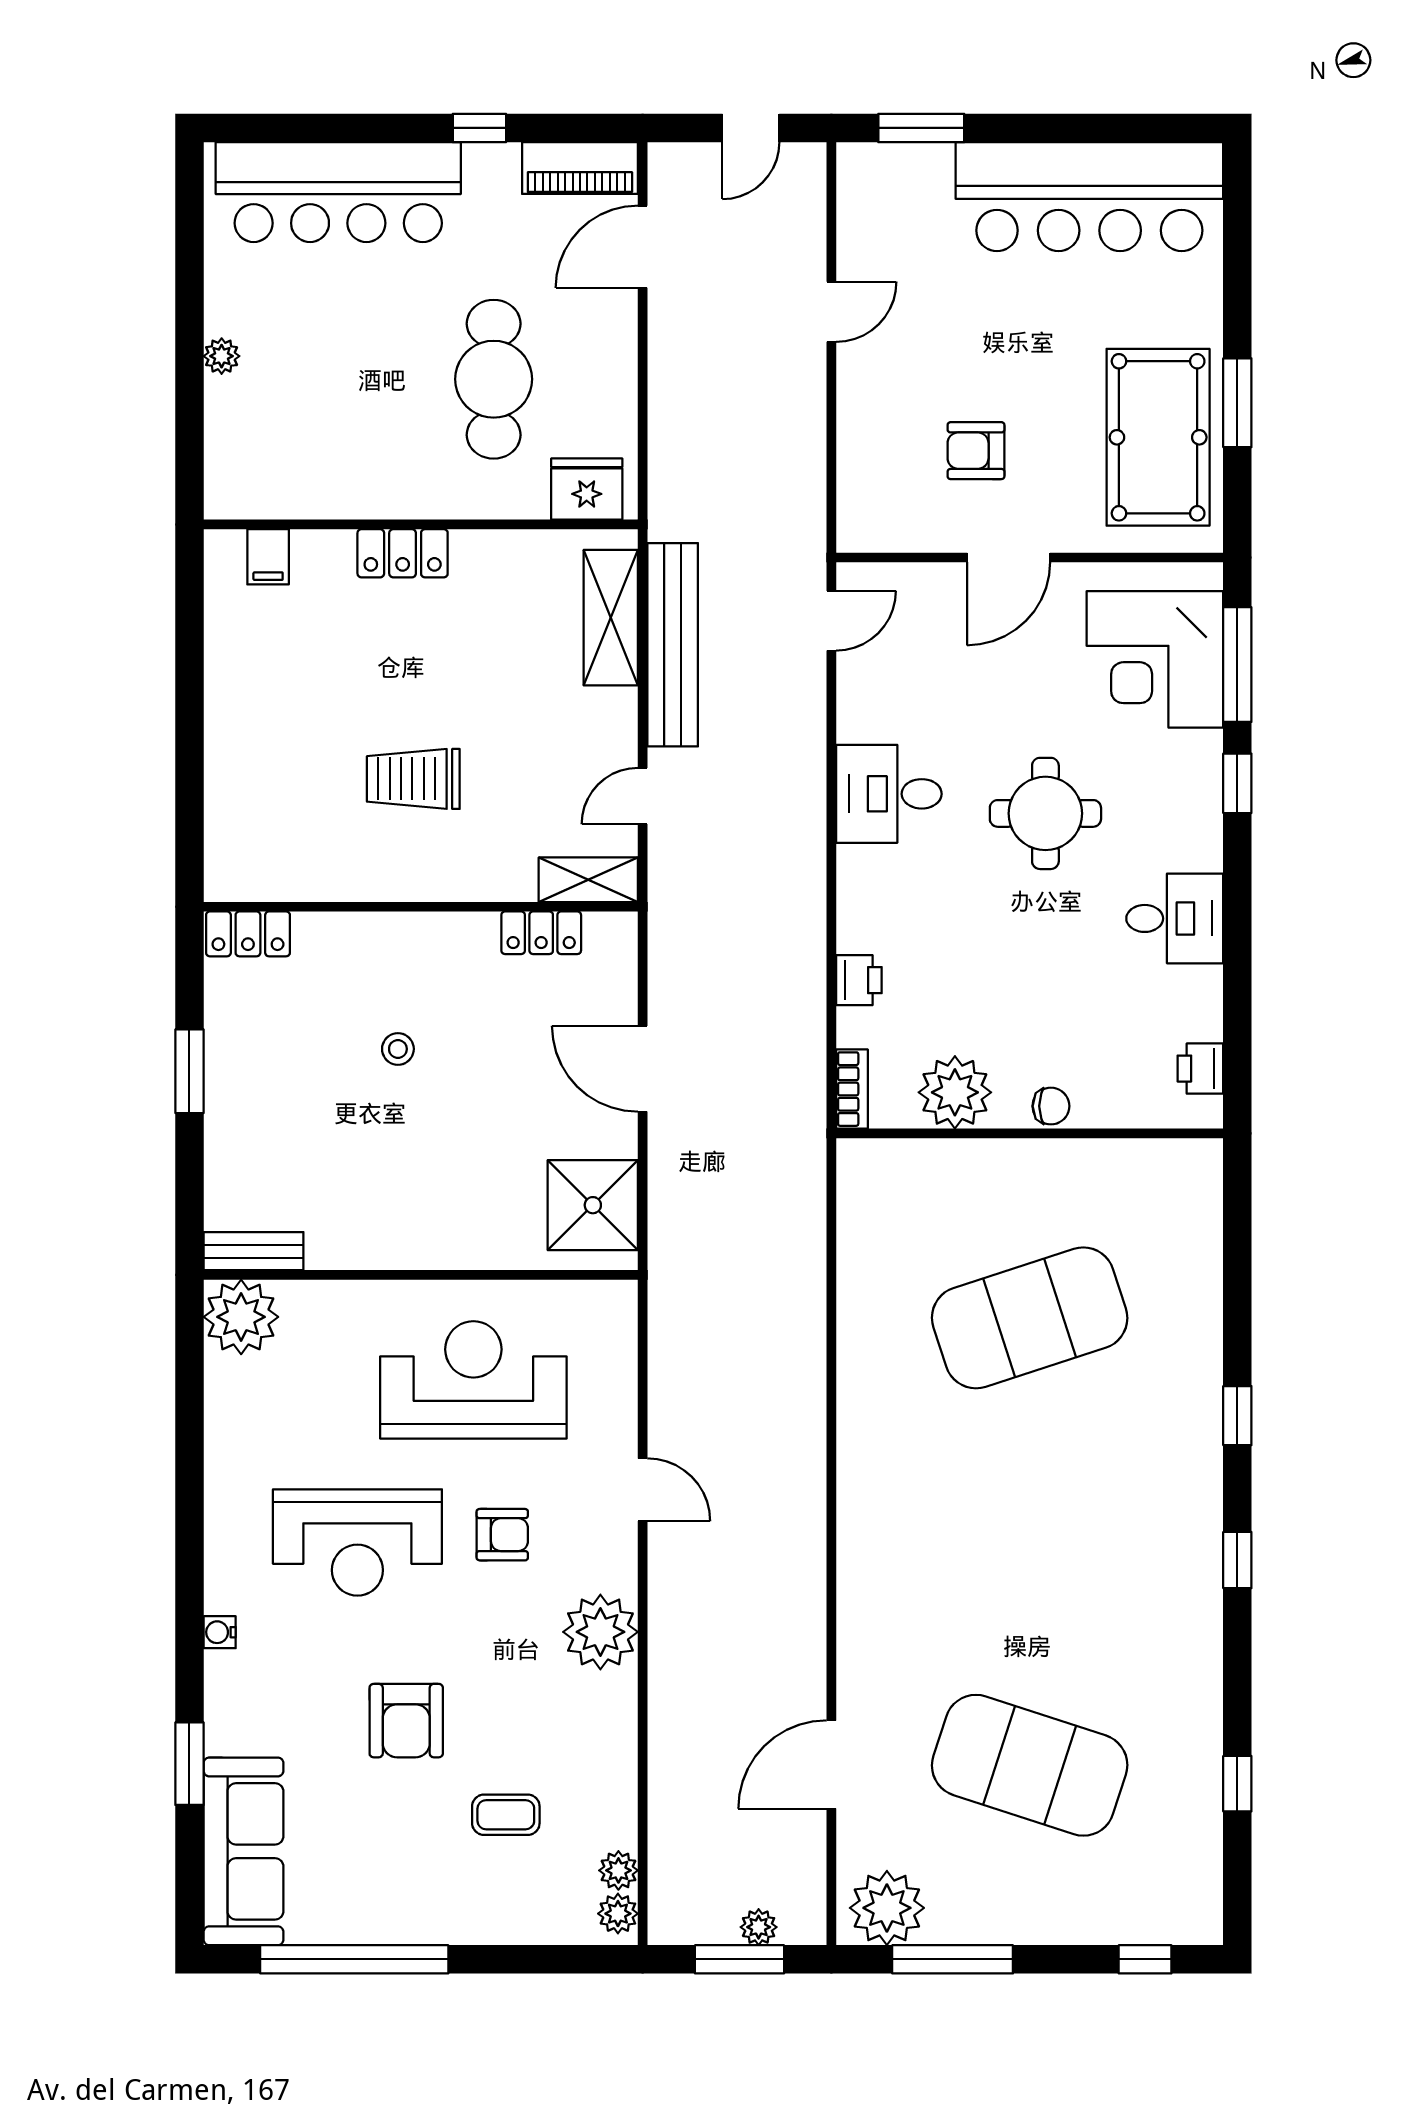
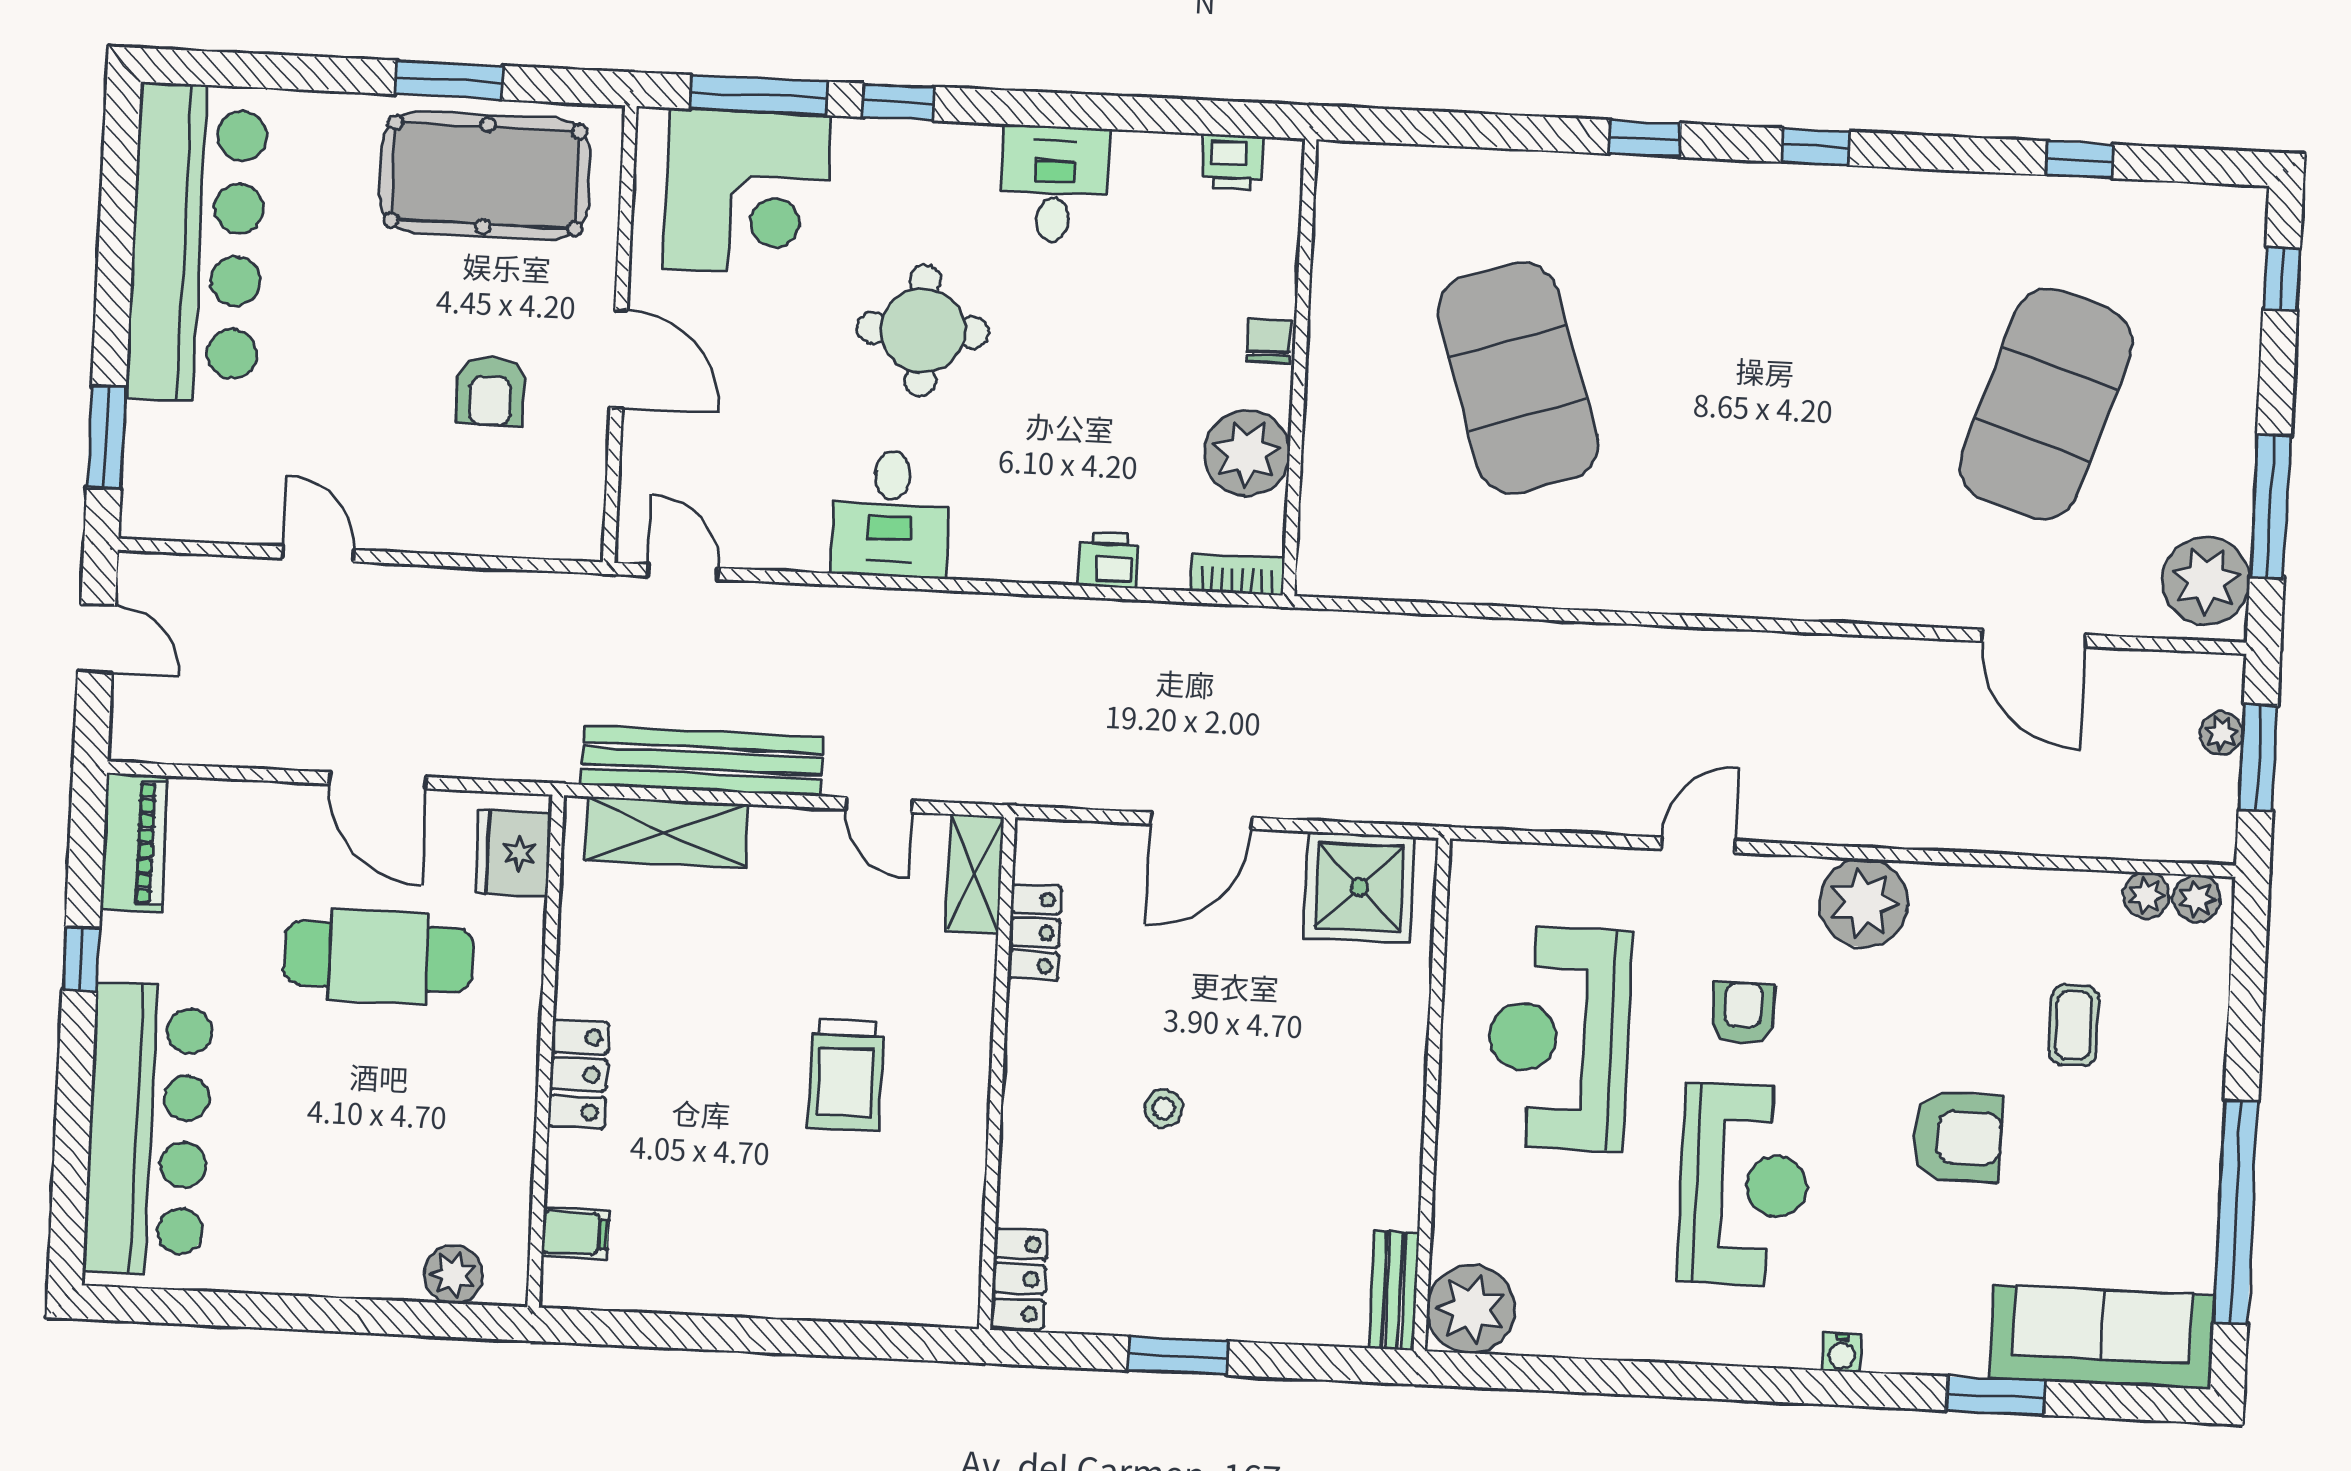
door: (643, 247) -> (378, 780), moved
plant: (222, 356) -> (453, 1274), moved, width x1.38, depth x1.38

